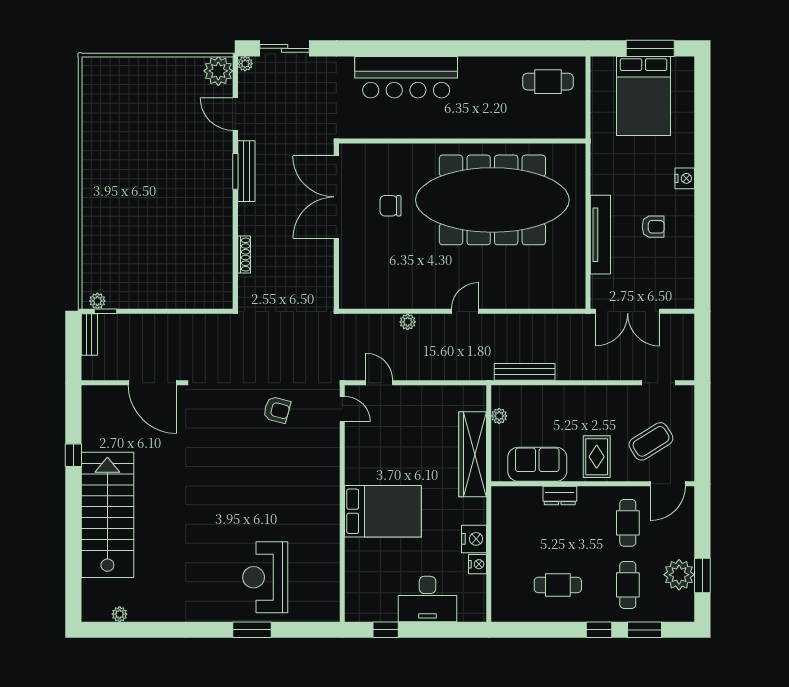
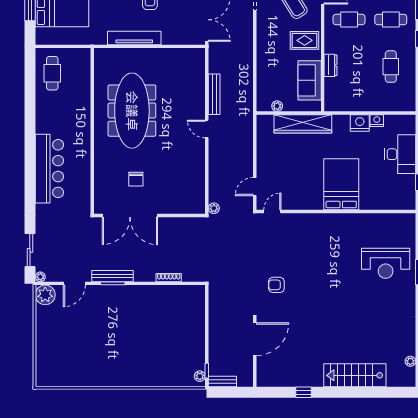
meeting table: (492, 200) -> (132, 111), width x0.73, depth x0.79
tv unit: (600, 235) -> (134, 38), moved
plant: (408, 322) -> (214, 208), moved
bench: (525, 372) -> (214, 94), moved
armchair: (277, 410) -> (276, 285), moved, turned -105
stairs: (107, 515) -> (355, 375), width x0.73, depth x0.66

